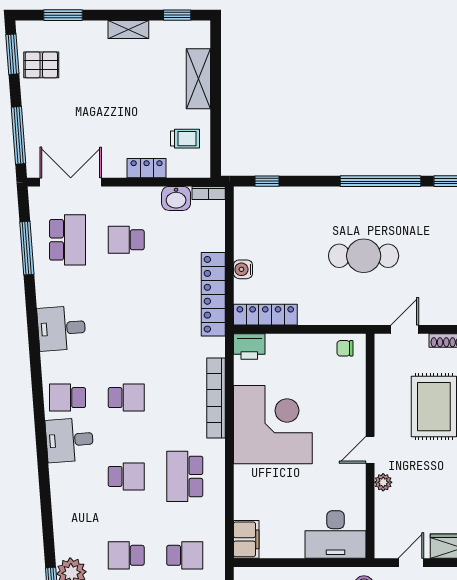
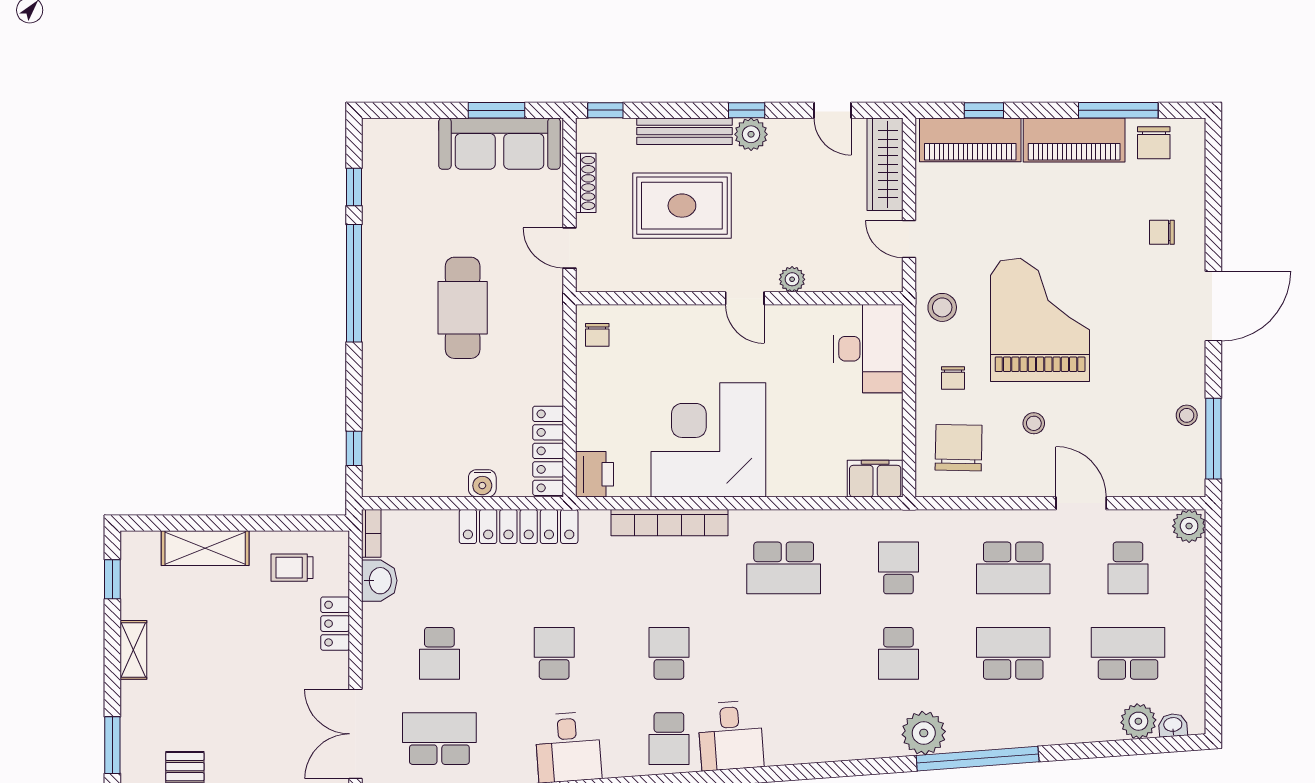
trolley: (185, 139) -> (292, 568), turned -90
school desk: (126, 476) -> (554, 653), moved

